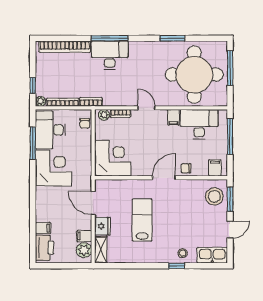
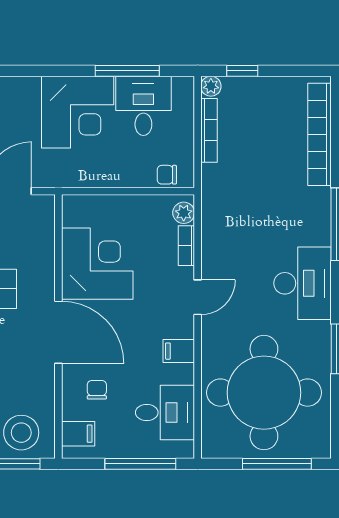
desk: (110, 55) -> (302, 283), moved
bookcase: (91, 102) -> (210, 187), removed
desk: (199, 124) -> (165, 413), width x0.73
desk: (50, 130) -> (143, 106), width x0.73
corner desk: (113, 158) -> (97, 264), moved, turned -90
chair: (186, 168) -> (97, 390), moved
door: (164, 178) -> (58, 332), width x1.36

